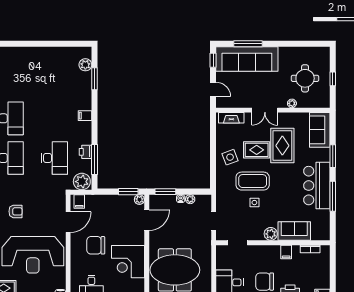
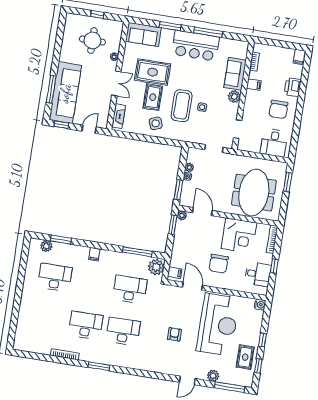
desk: (55, 79) -> (55, 277), added
printer: (85, 152) -> (129, 259), removed

